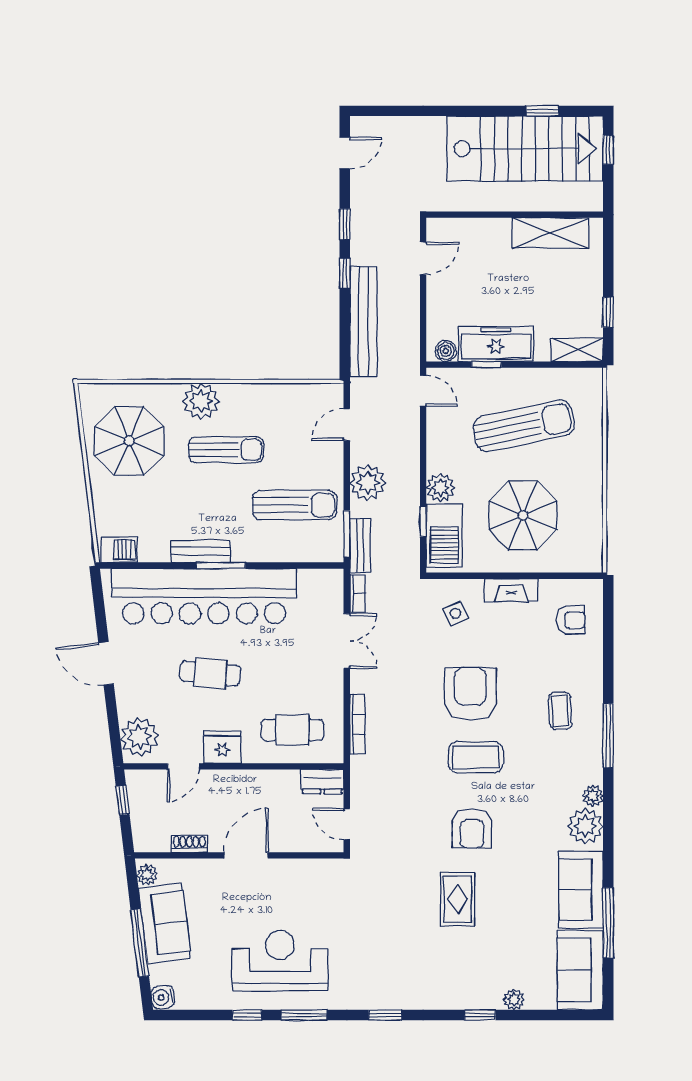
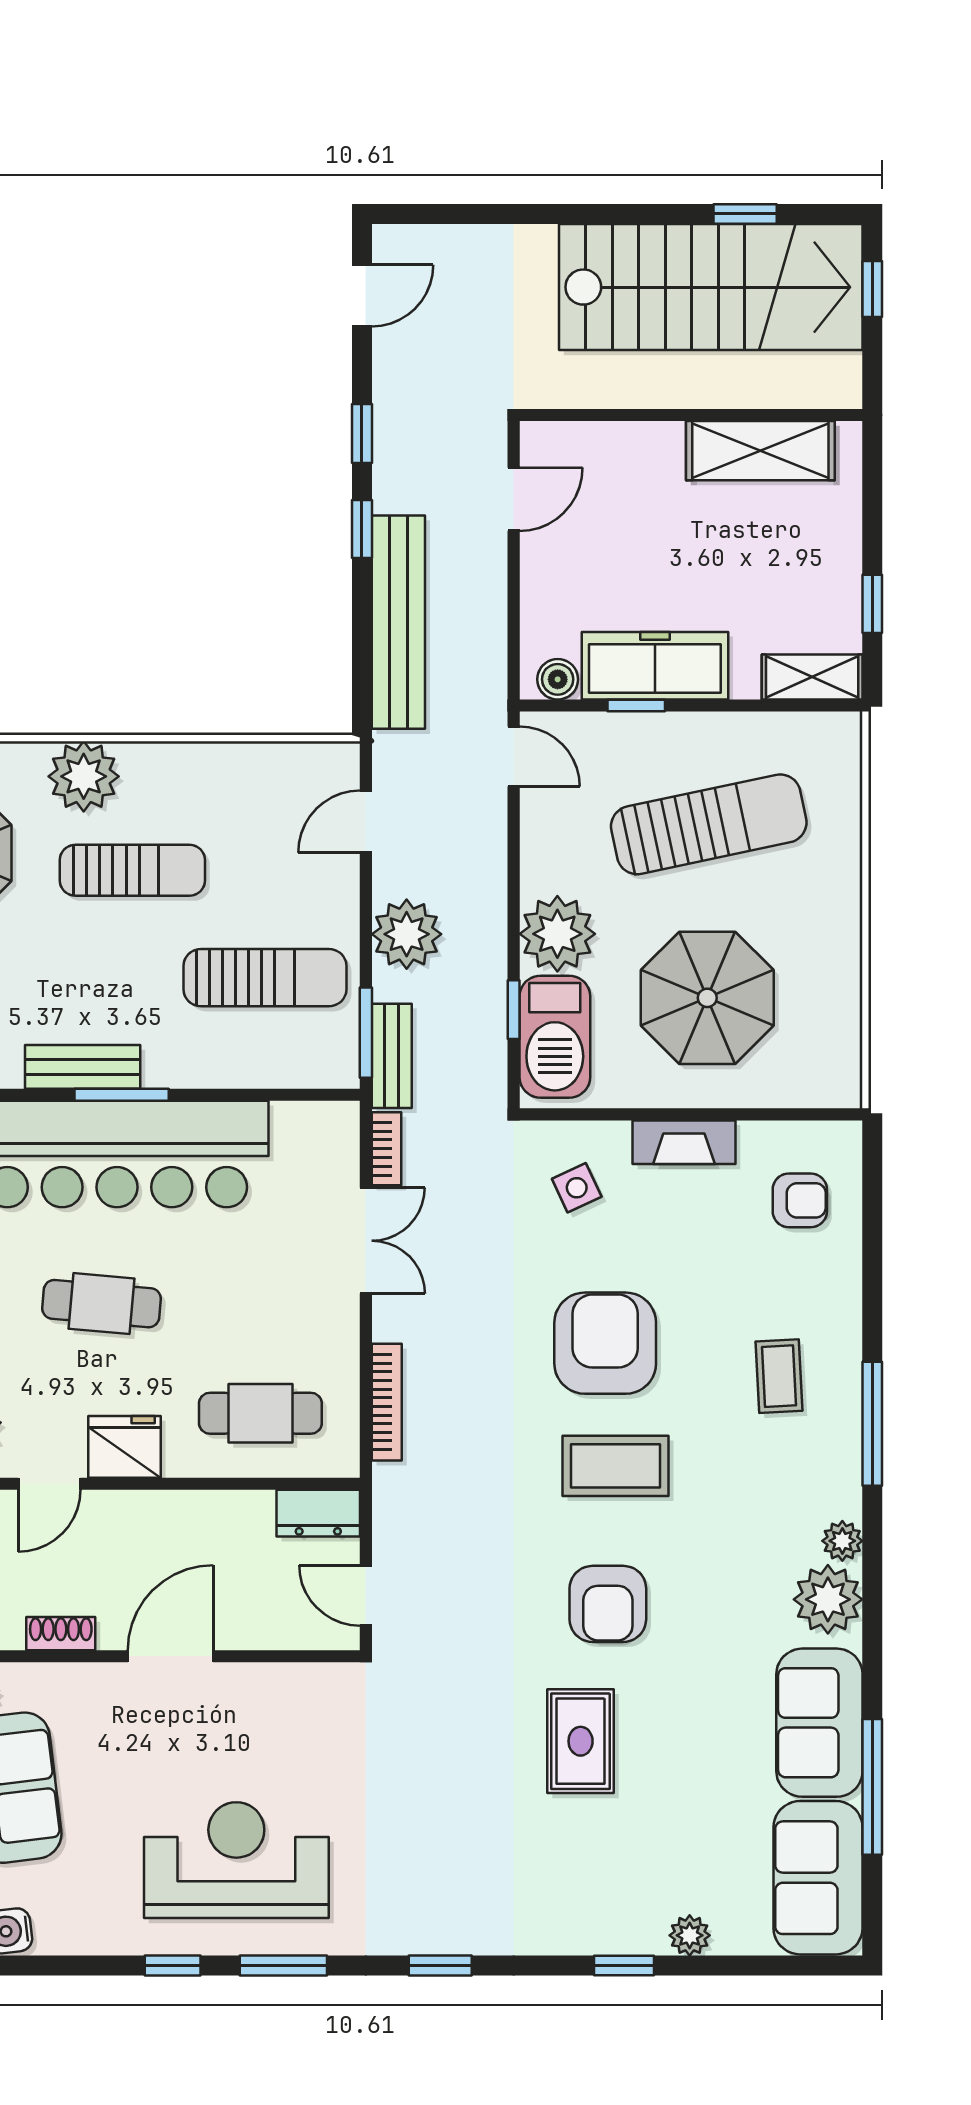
plant: (440, 488) -> (557, 934), width x1.36, depth x1.36

